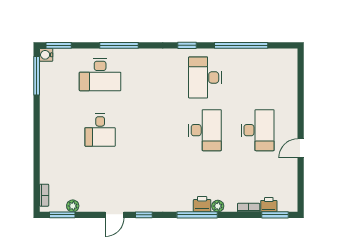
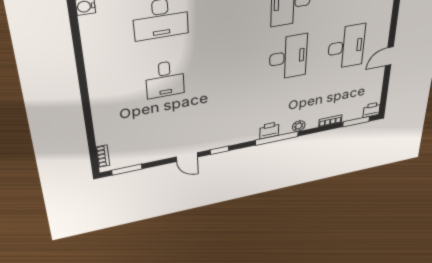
window: (37, 76) -> (76, 33), removed
printer: (202, 204) -> (269, 130), moved
printer: (269, 205) -> (372, 110), moved
plant: (73, 206) -> (138, 159), removed
door: (115, 215) -> (187, 157), hinge flipped

